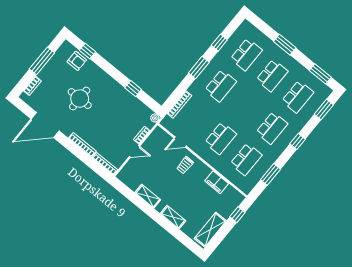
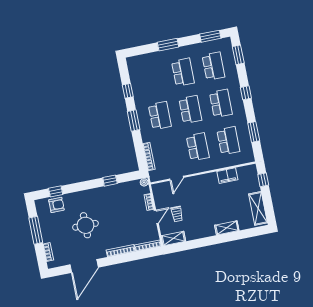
school desk: (246, 54) -> (190, 109), moved
trolley: (185, 165) -> (177, 214), moved
shelving: (148, 196) -> (173, 238), moved

